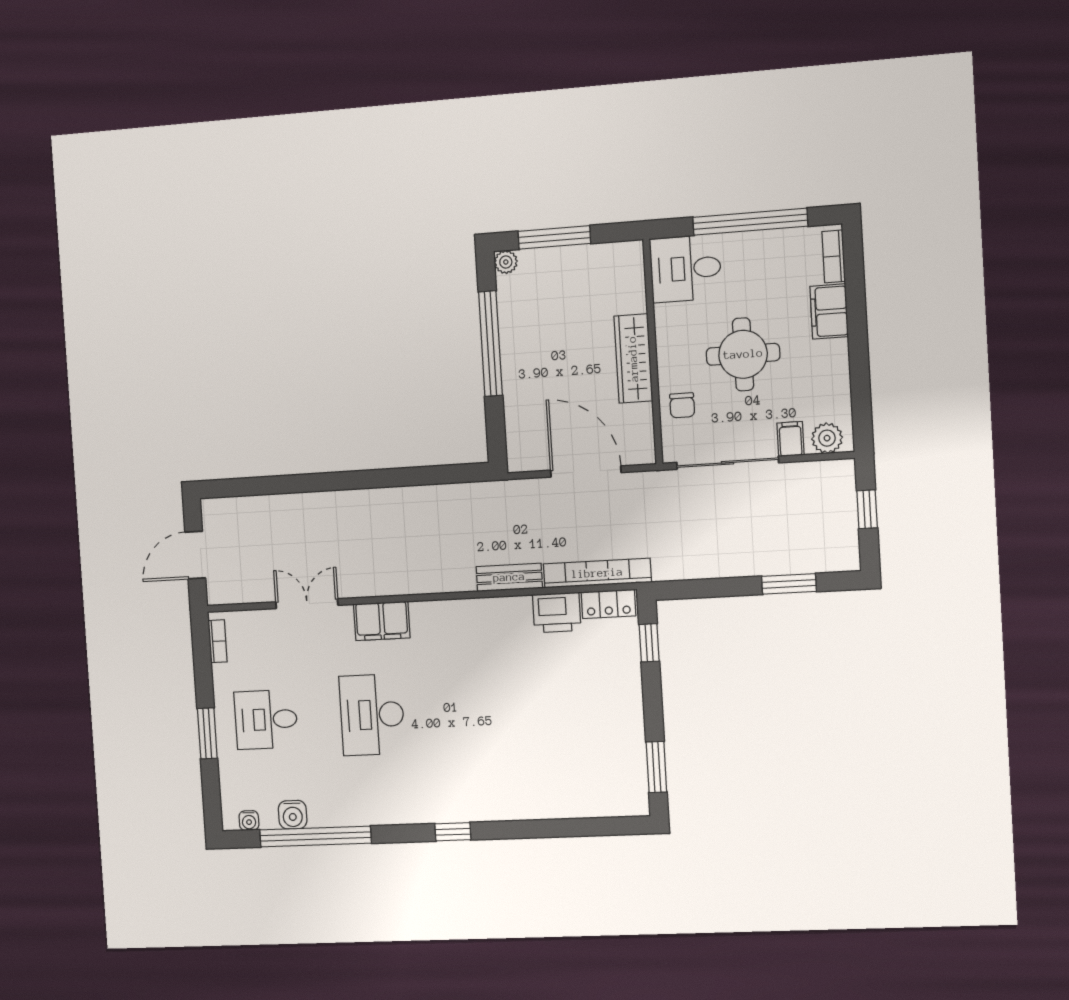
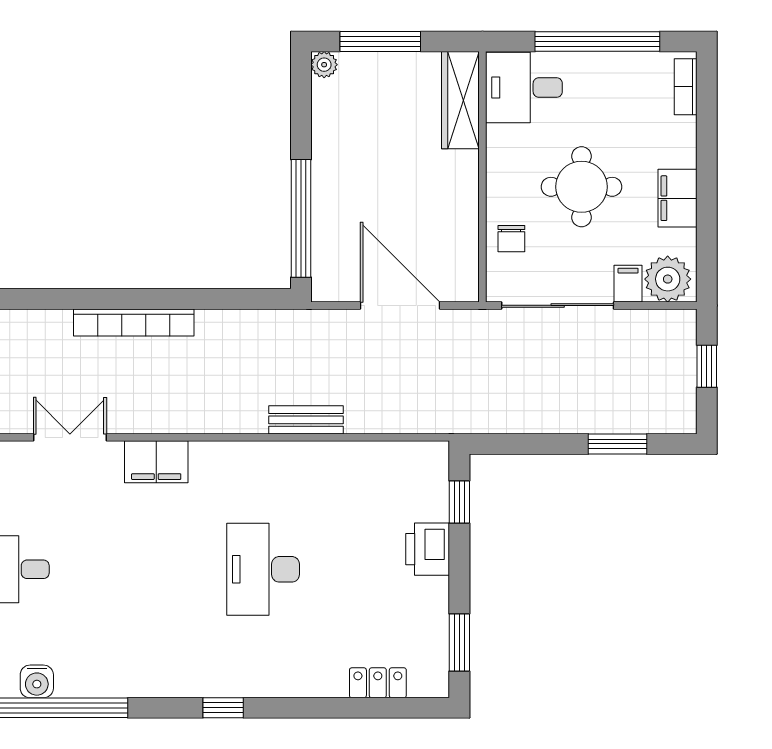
filing cabinet: (829, 311) -> (677, 198), moved
window: (490, 344) -> (301, 218), moved
wardrobe: (633, 359) -> (460, 100), moved
plant: (827, 438) -> (668, 279), width x1.36, depth x1.36
bookcase: (597, 573) -> (134, 322), moved, turned 180
locker: (608, 604) -> (378, 683), moved, turned 180
printer: (557, 612) -> (428, 549), moved, turned 90
desk: (372, 715) -> (263, 569), moved

